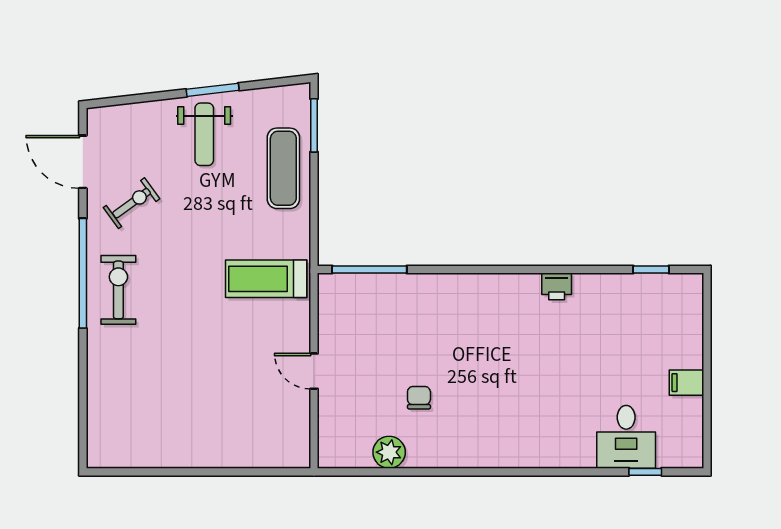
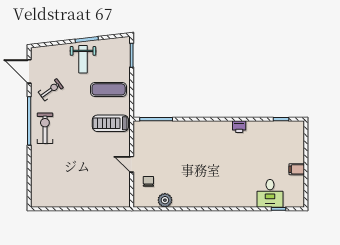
exercise mat: (283, 168) -> (109, 89), moved, turned 90
chair: (419, 398) -> (148, 181), moved

